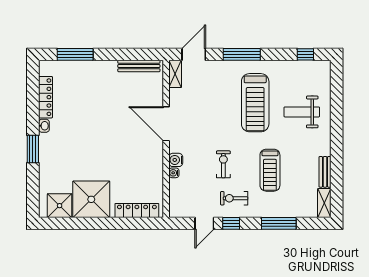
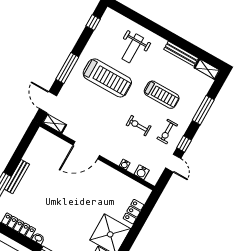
bench: (139, 66) -> (17, 177), moved
water cooler: (176, 160) -> (142, 172), moved
bench: (325, 172) -> (181, 54), width x1.36
locker: (137, 211) -> (134, 212), width x0.66

